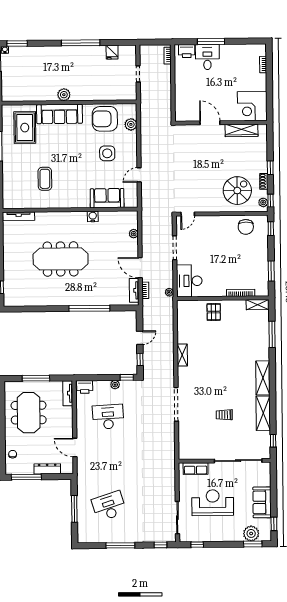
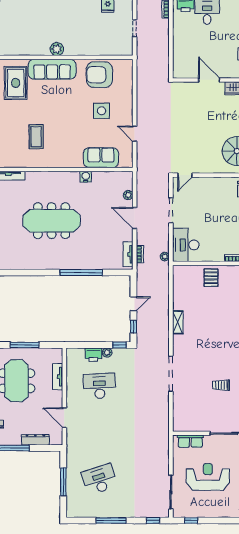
plant: (131, 124) -> (127, 81), removed
door: (139, 175) -> (135, 134), hinge flipped
door: (140, 268) -> (135, 218), moved
printer: (85, 387) -> (93, 355), moved
tv unit: (68, 393) -> (58, 377), moved

